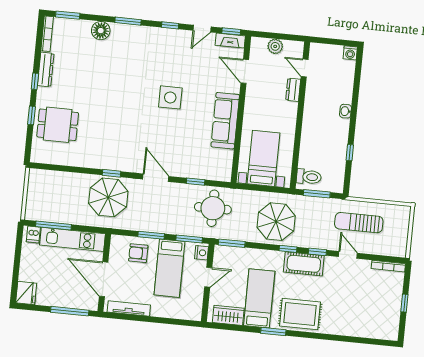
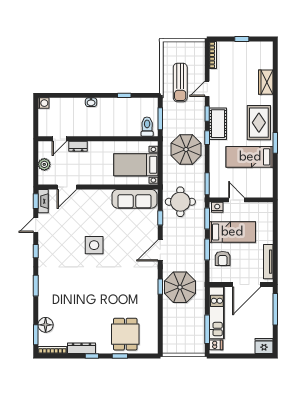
door: (202, 29) -> (36, 225), swing flipped
floor lamp: (101, 31) -> (46, 325), moved
sofa: (225, 121) -> (135, 199), moved
wardrobe: (228, 315) -> (266, 82), moved

